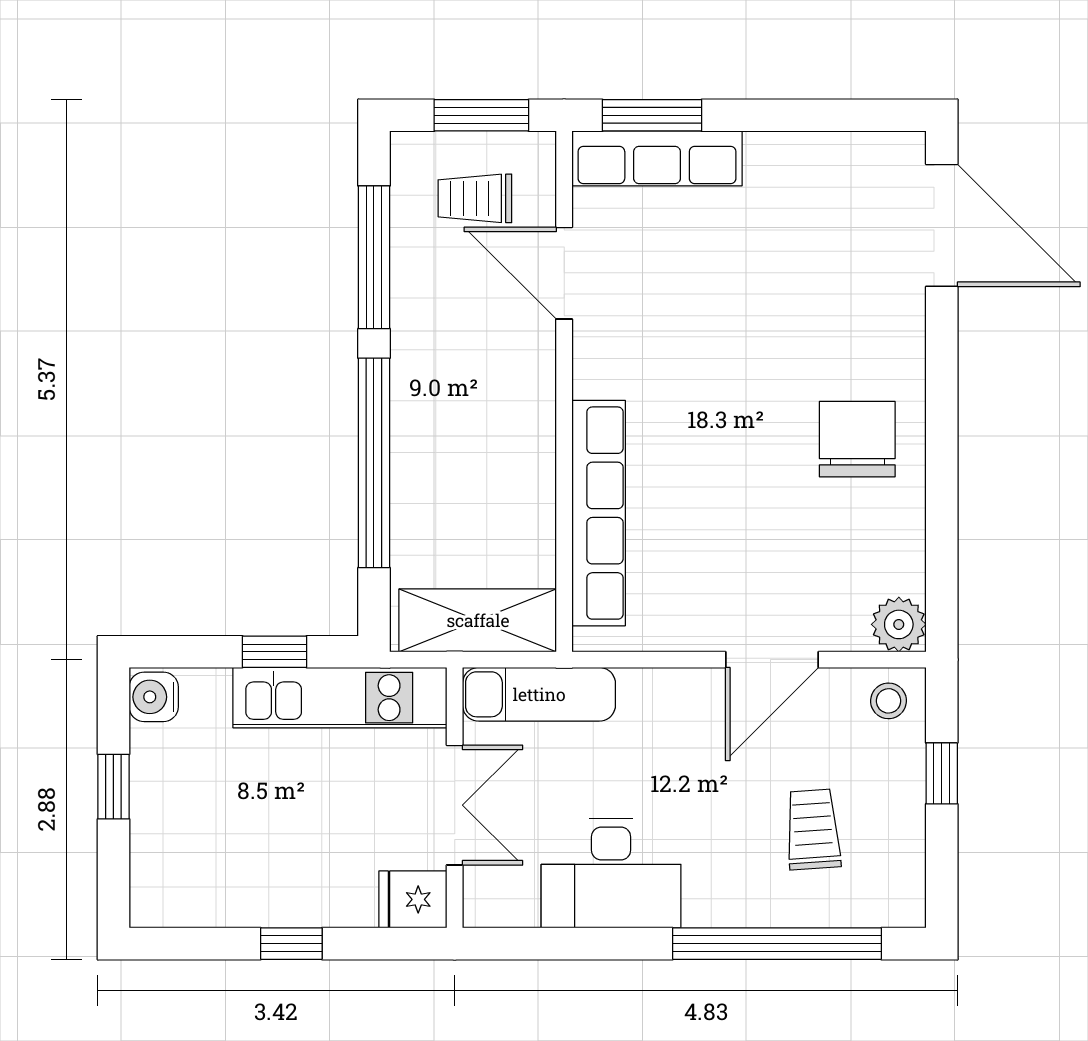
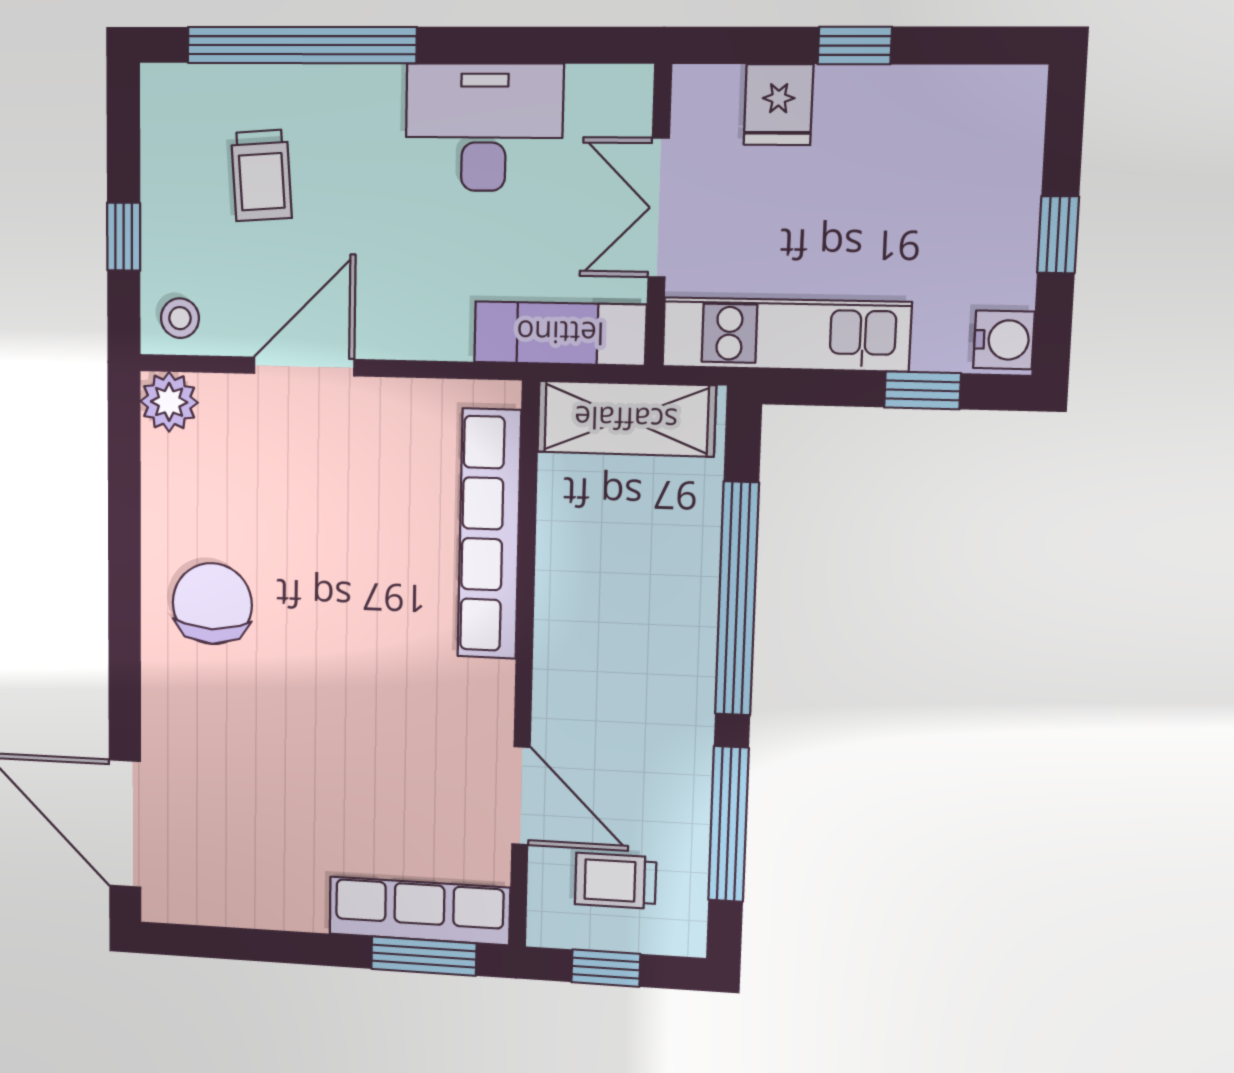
window: (481, 115) -> (606, 968), width x0.67
trolley: (475, 198) -> (615, 881), turned 180
chair: (857, 439) -> (212, 604), turned 180
window: (275, 652) -> (922, 390), moved
fridge: (413, 899) -> (778, 105), moved, turned 90

